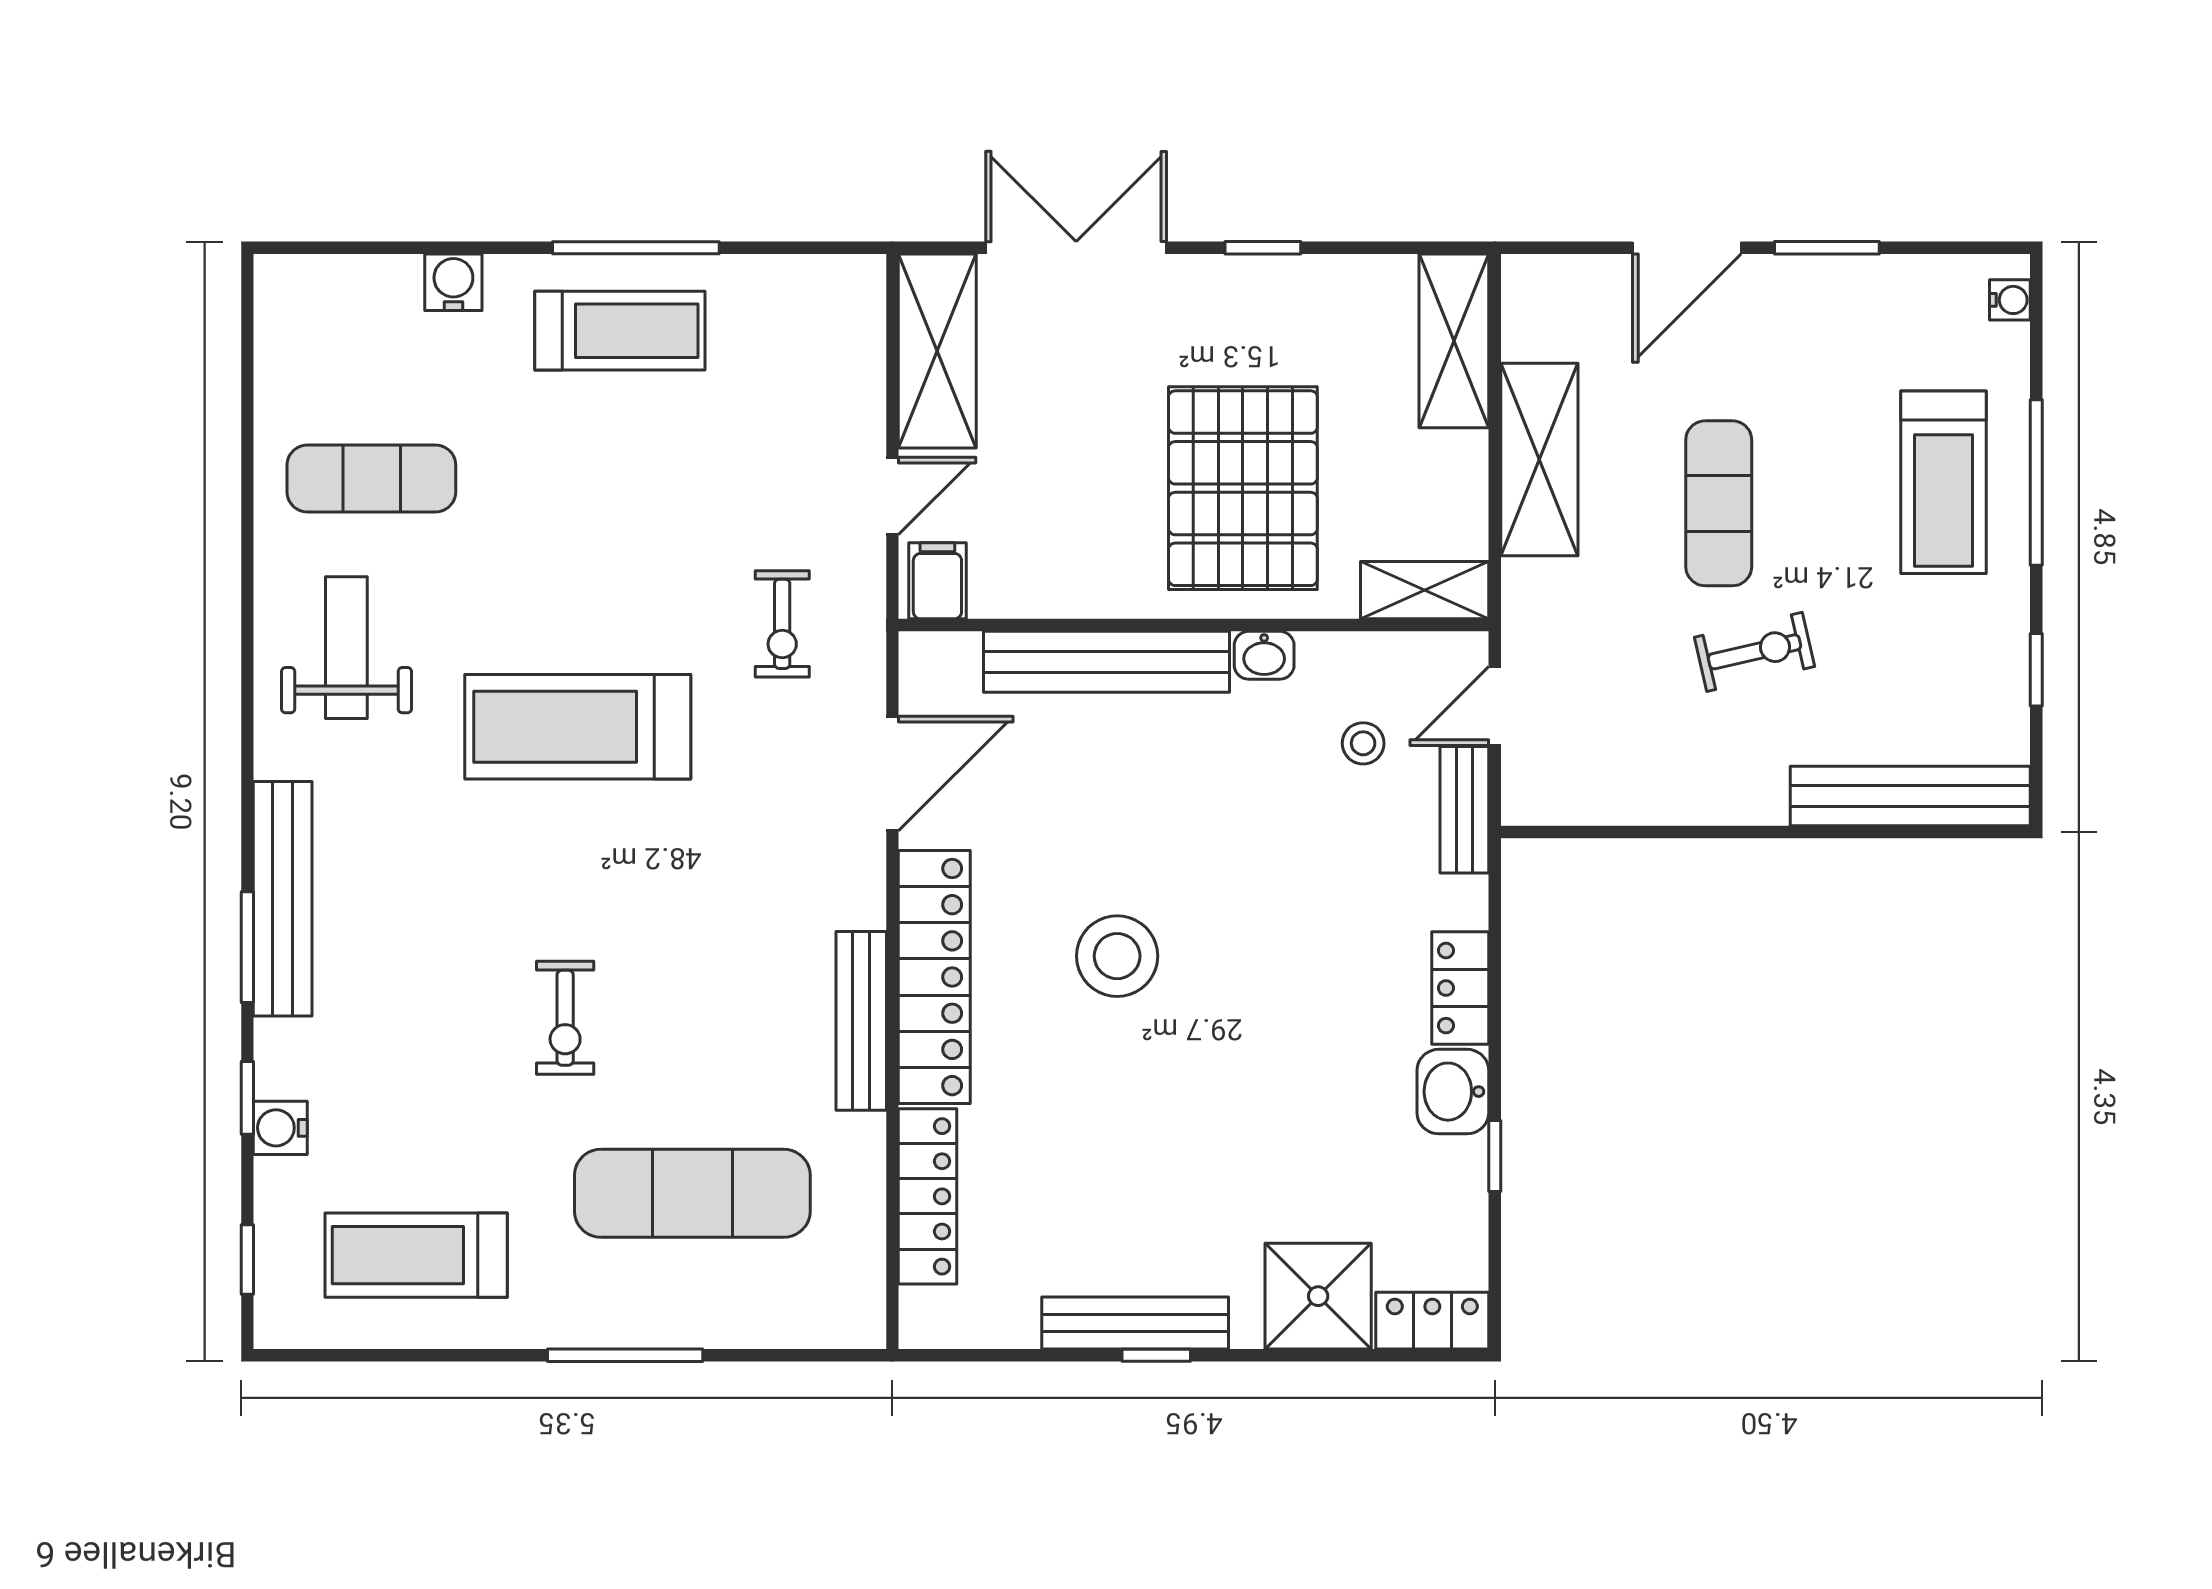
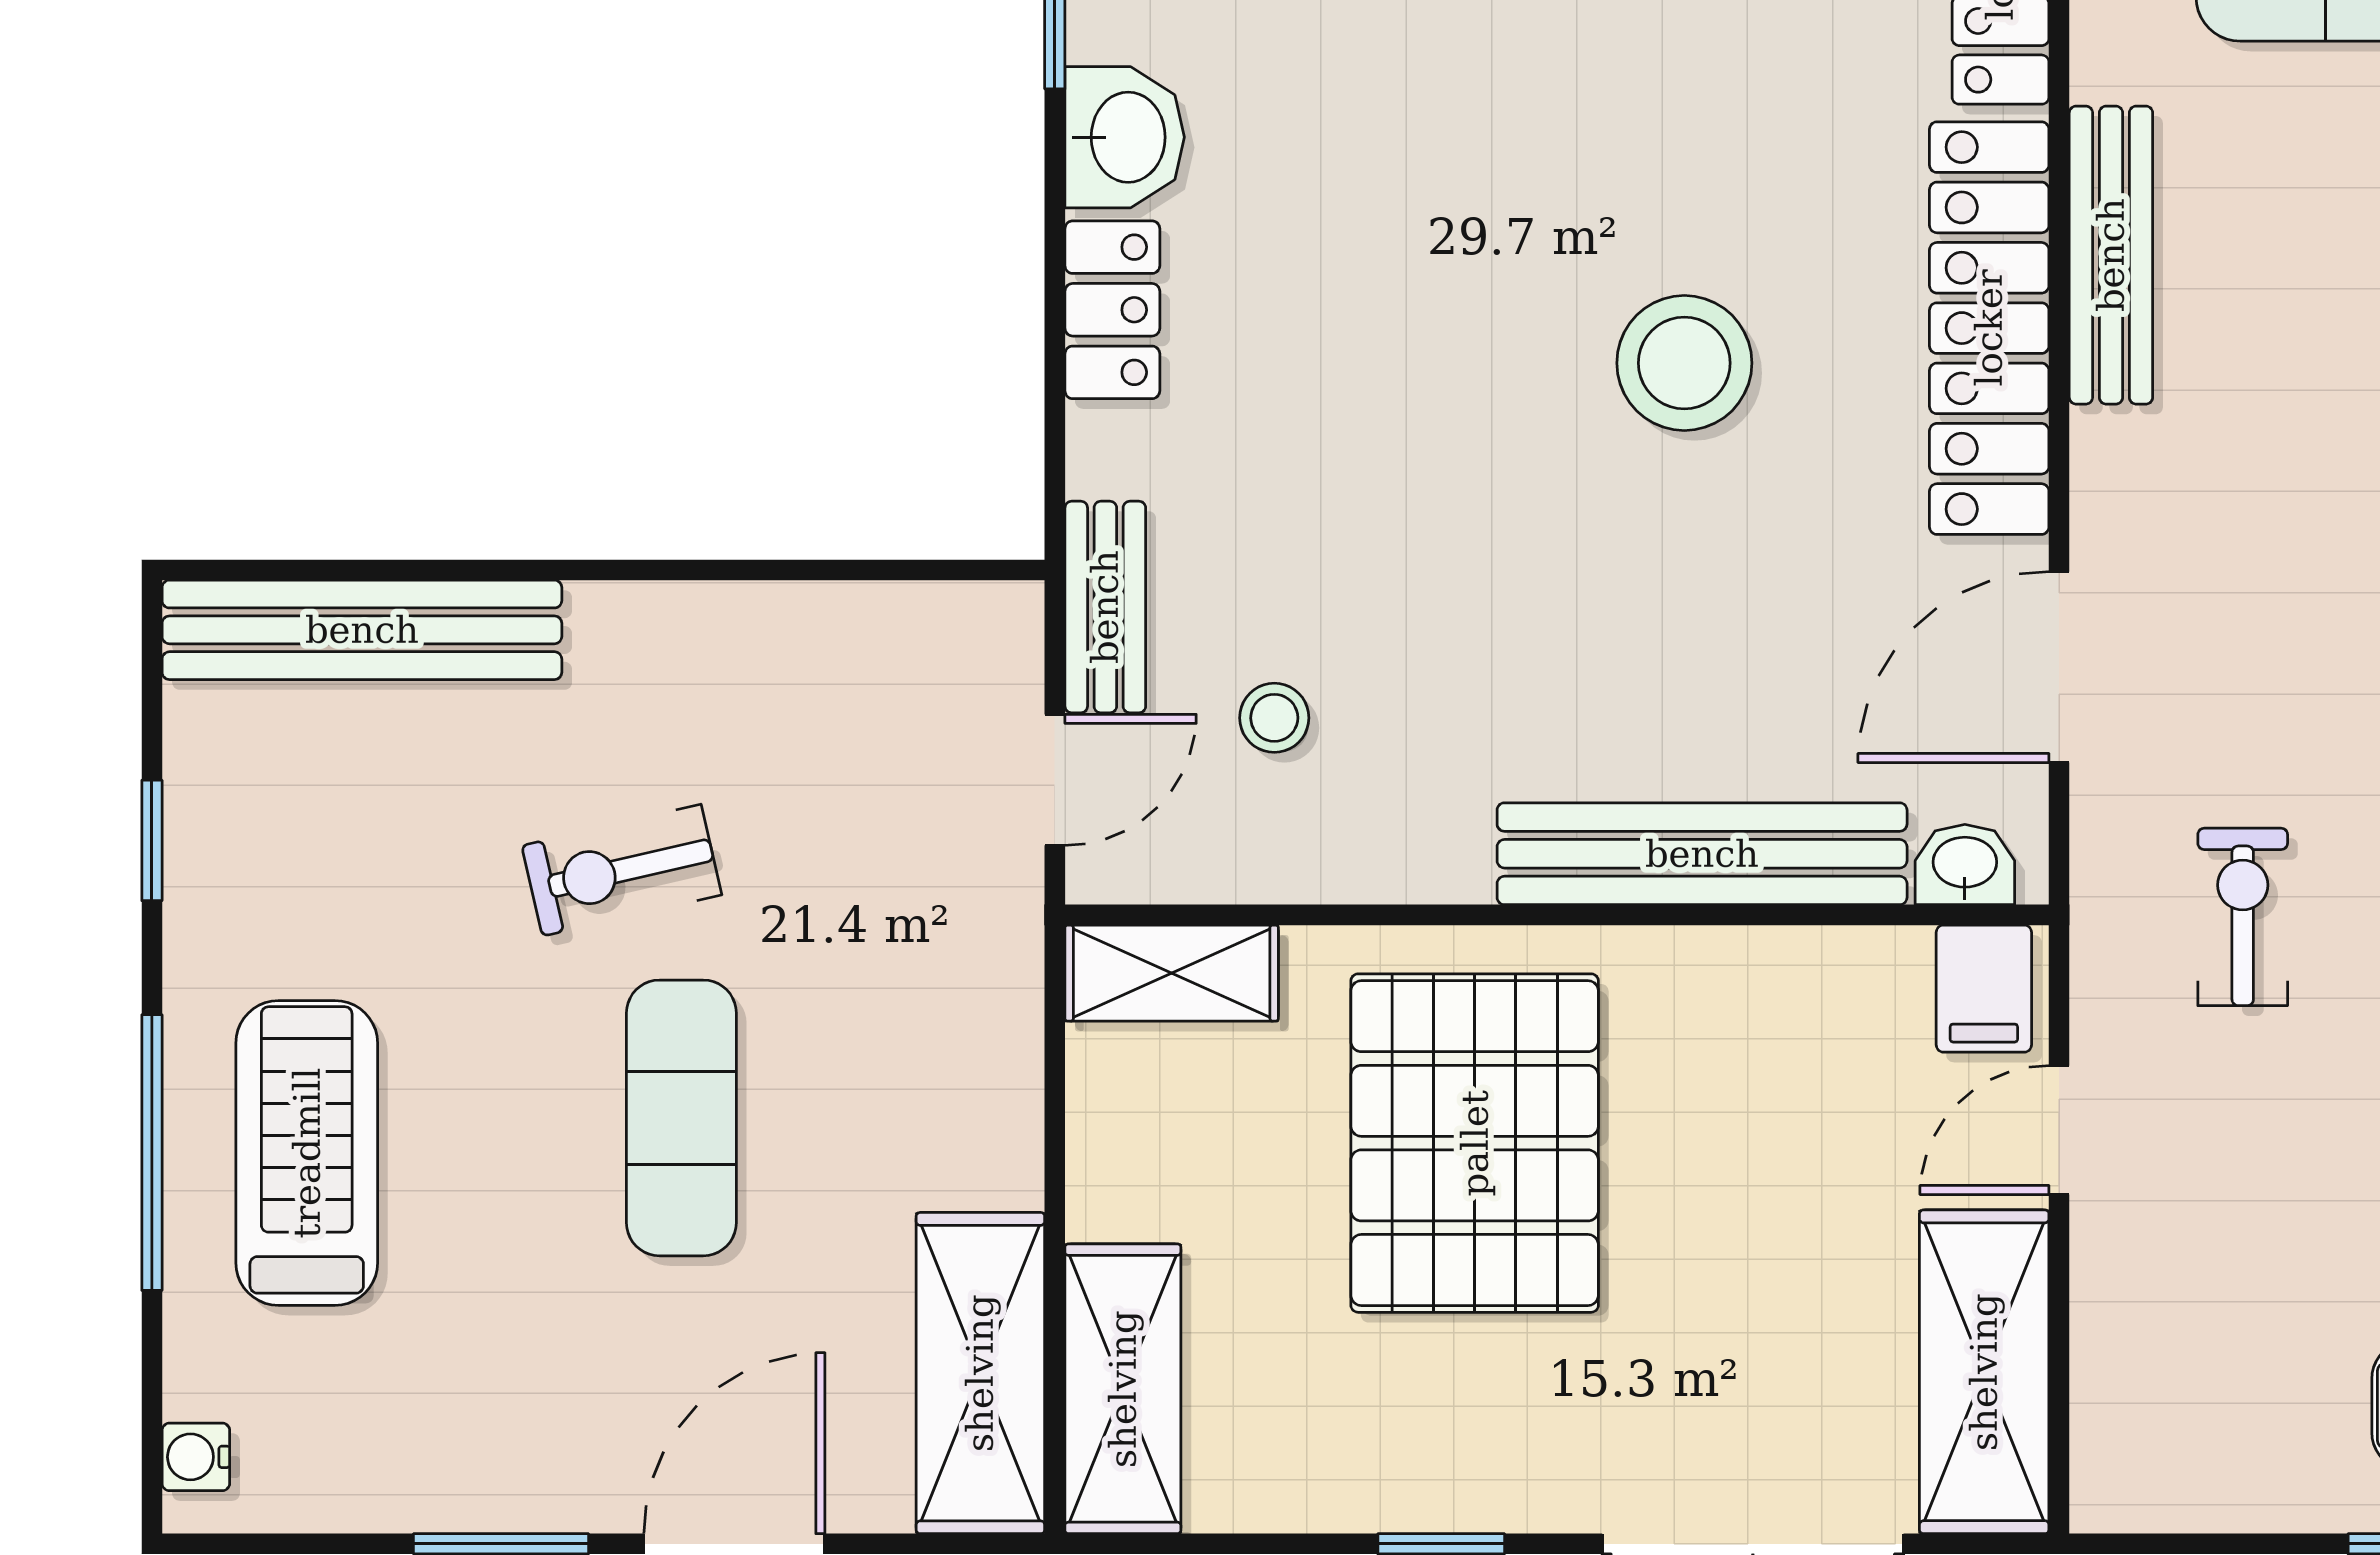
shelving: (1539, 460) -> (980, 1373), moved
washbasin: (1264, 655) -> (1965, 865), moved

